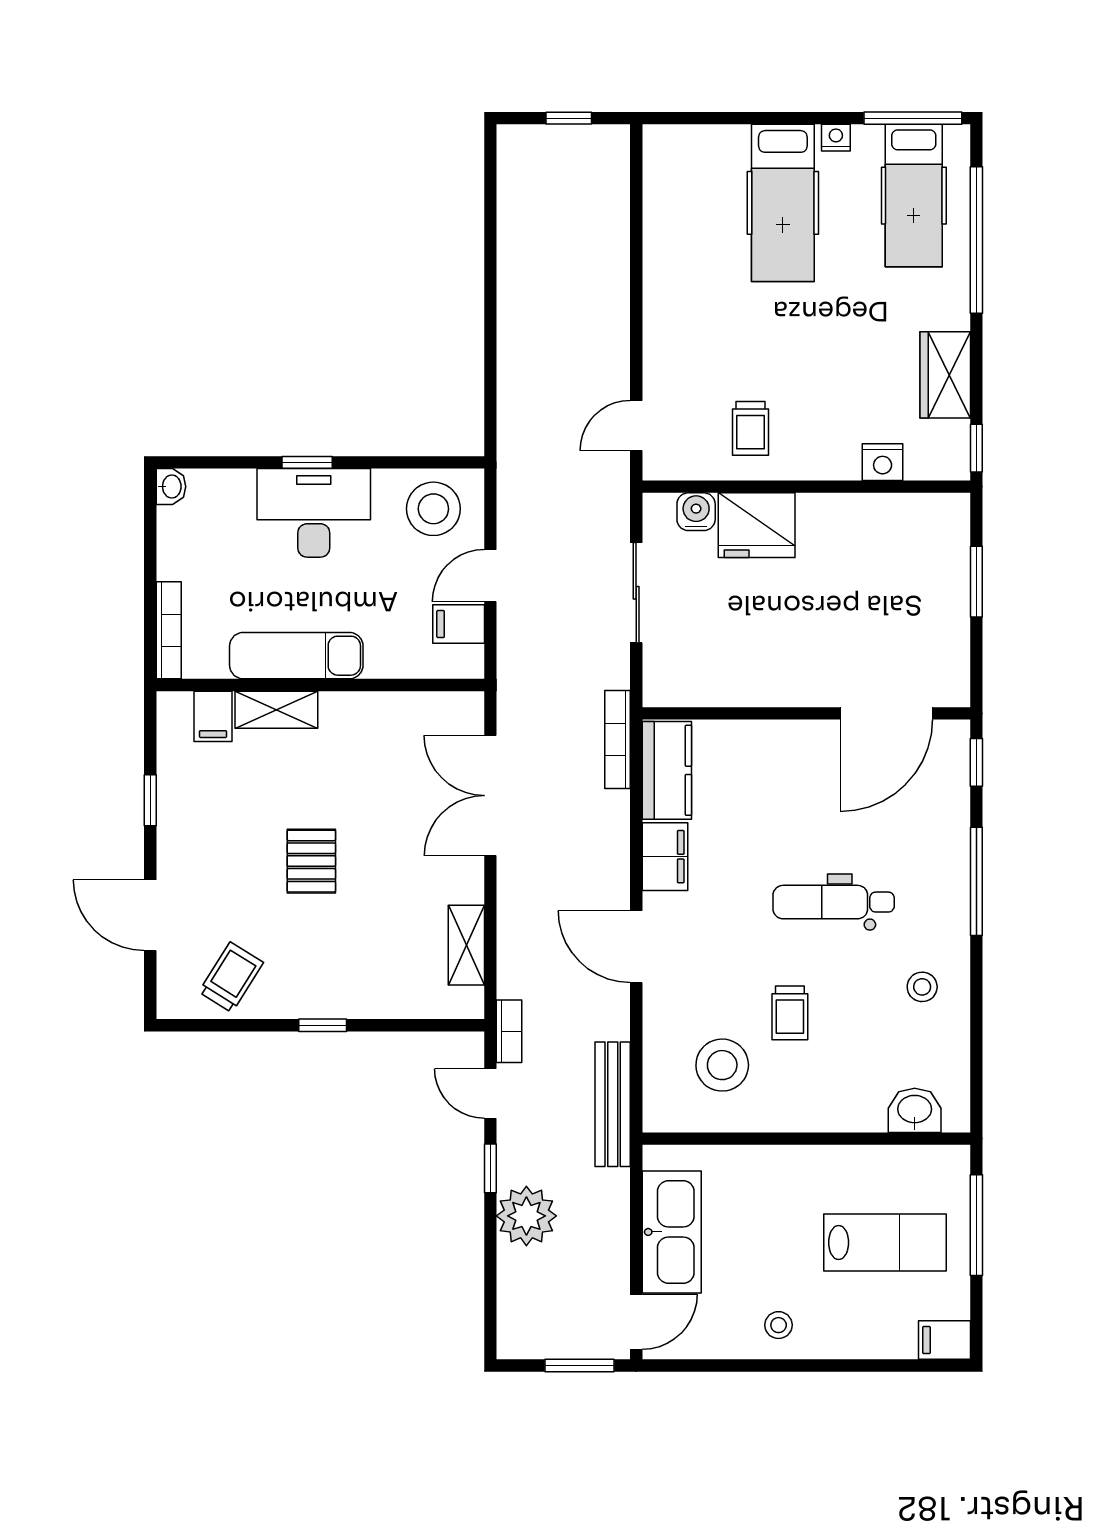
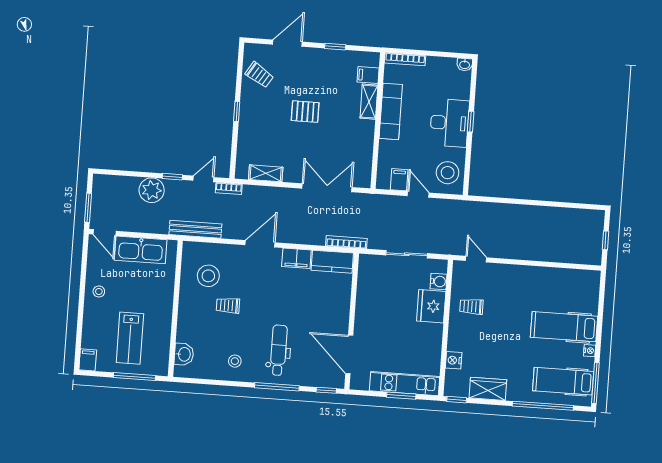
kitchen unit: (947, 576) -> (405, 384), added
dental chair: (834, 902) -> (279, 350), moved

